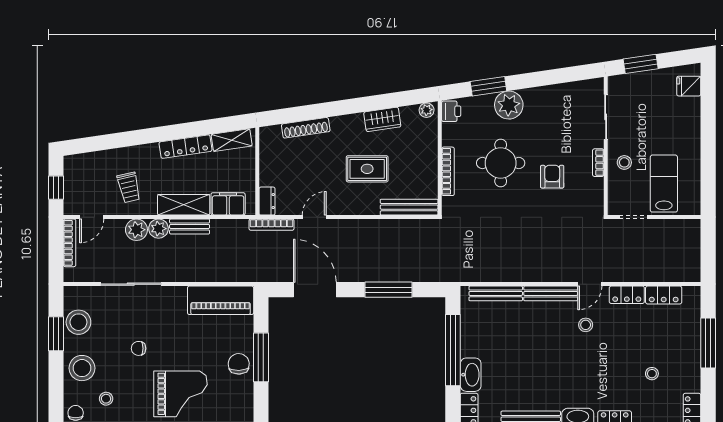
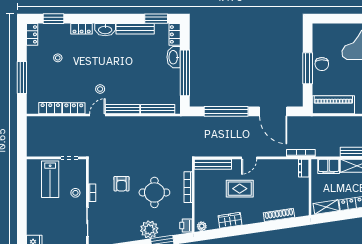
door: (314, 217) -> (249, 158), moved
window: (388, 290) -> (226, 111), width x1.46

